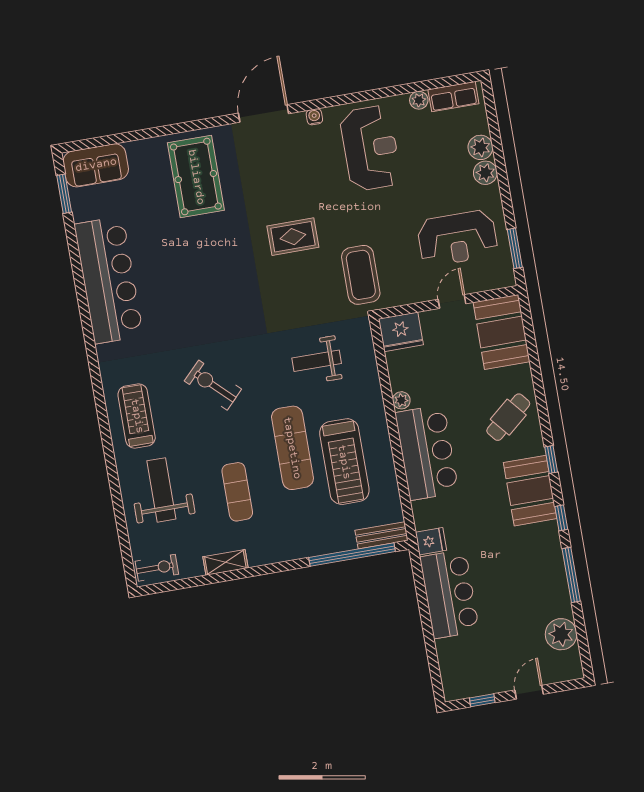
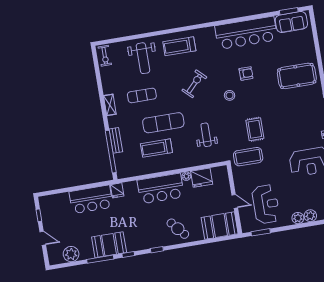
sofa: (96, 165) -> (291, 22), moved, turned -90
rug: (293, 237) -> (255, 129), moved
reception desk: (457, 238) -> (266, 204), turned 180
armchair: (191, 280) -> (246, 73), added
stool: (236, 313) -> (230, 95), added
fridge: (401, 332) -> (202, 178), moved, turned -90
treadmill: (137, 416) -> (179, 46), turned 180
treadmill: (344, 462) -> (156, 148), width x0.73, depth x0.73
weight bench: (161, 490) -> (143, 58), turned 90
booth: (530, 491) -> (109, 245), moved
bench: (381, 535) -> (116, 140), moved
shelving: (225, 562) -> (110, 105), moved

